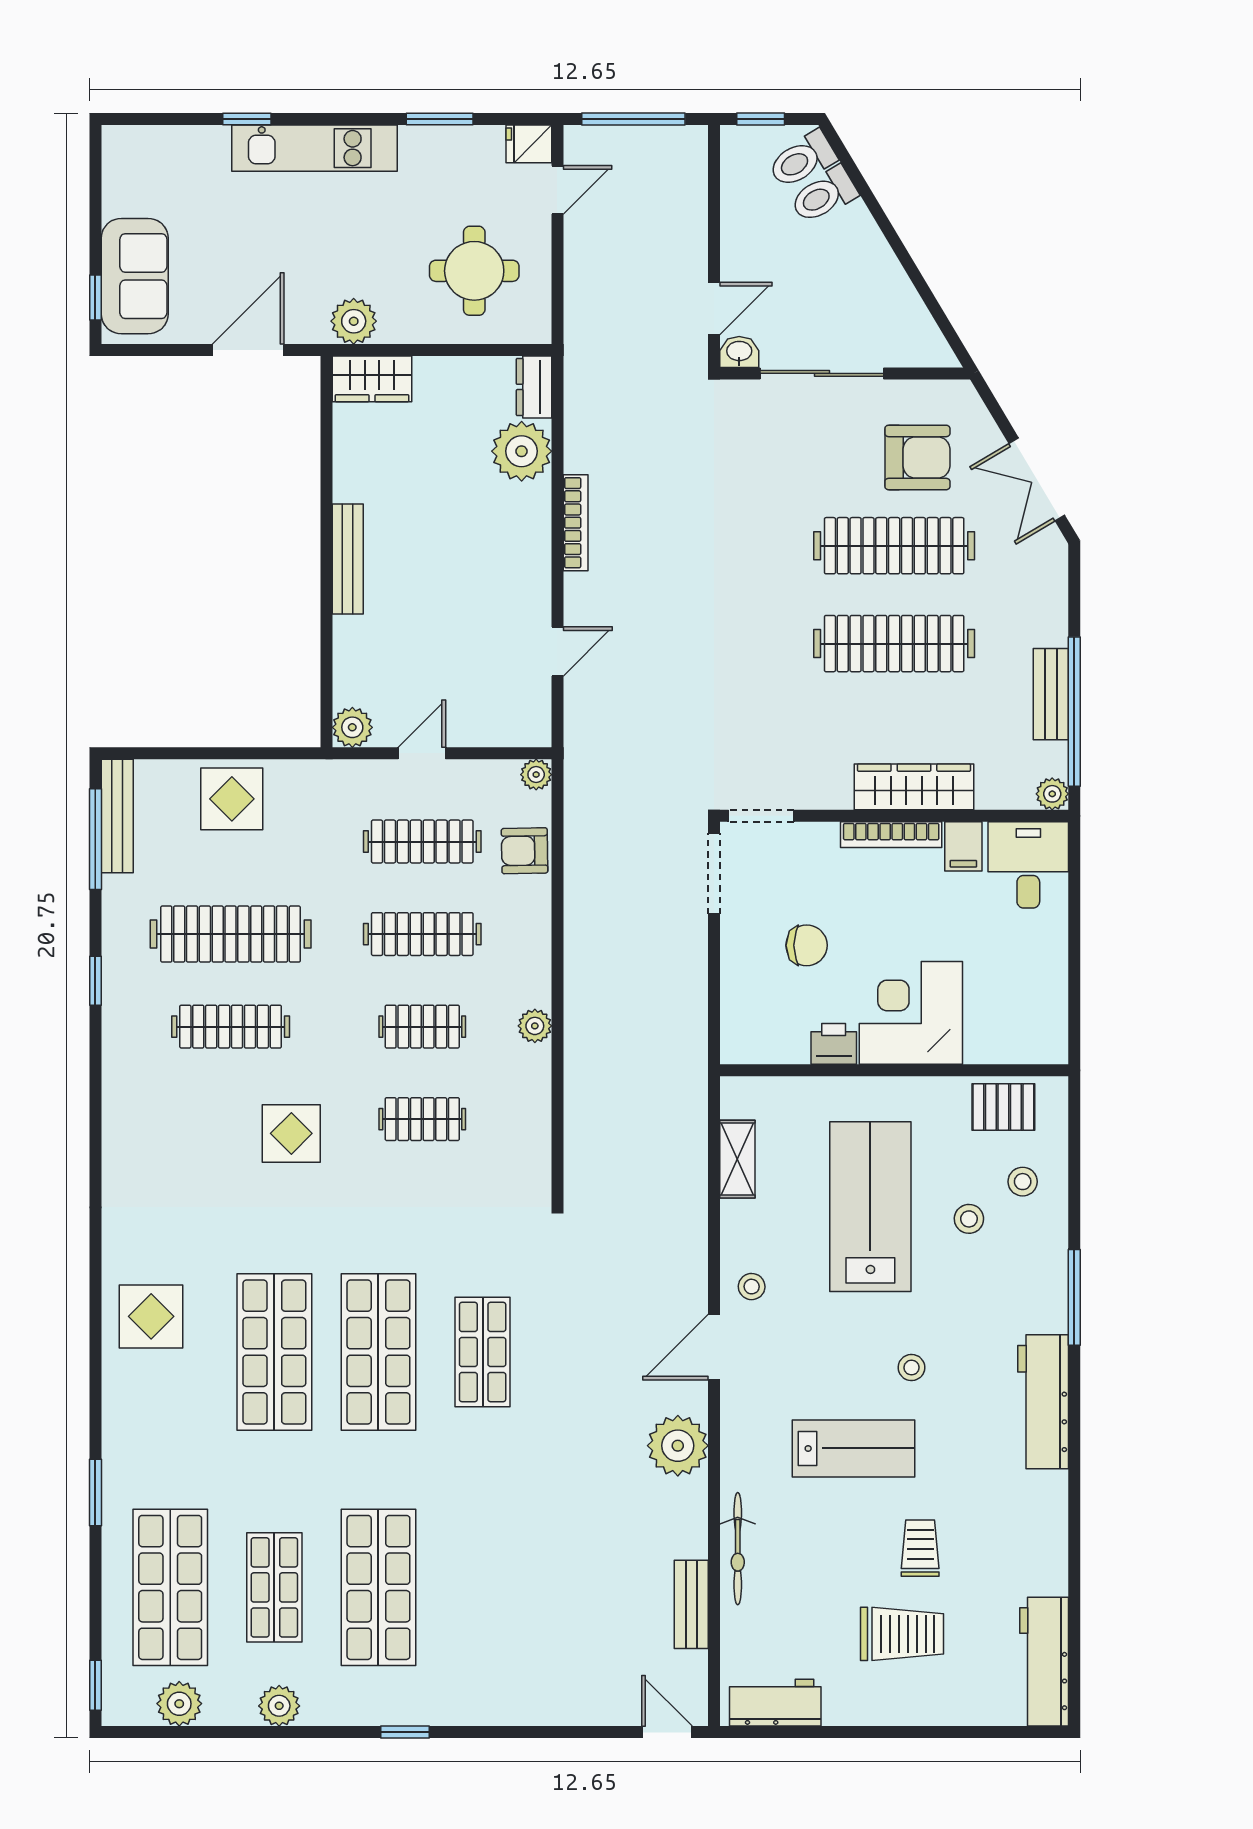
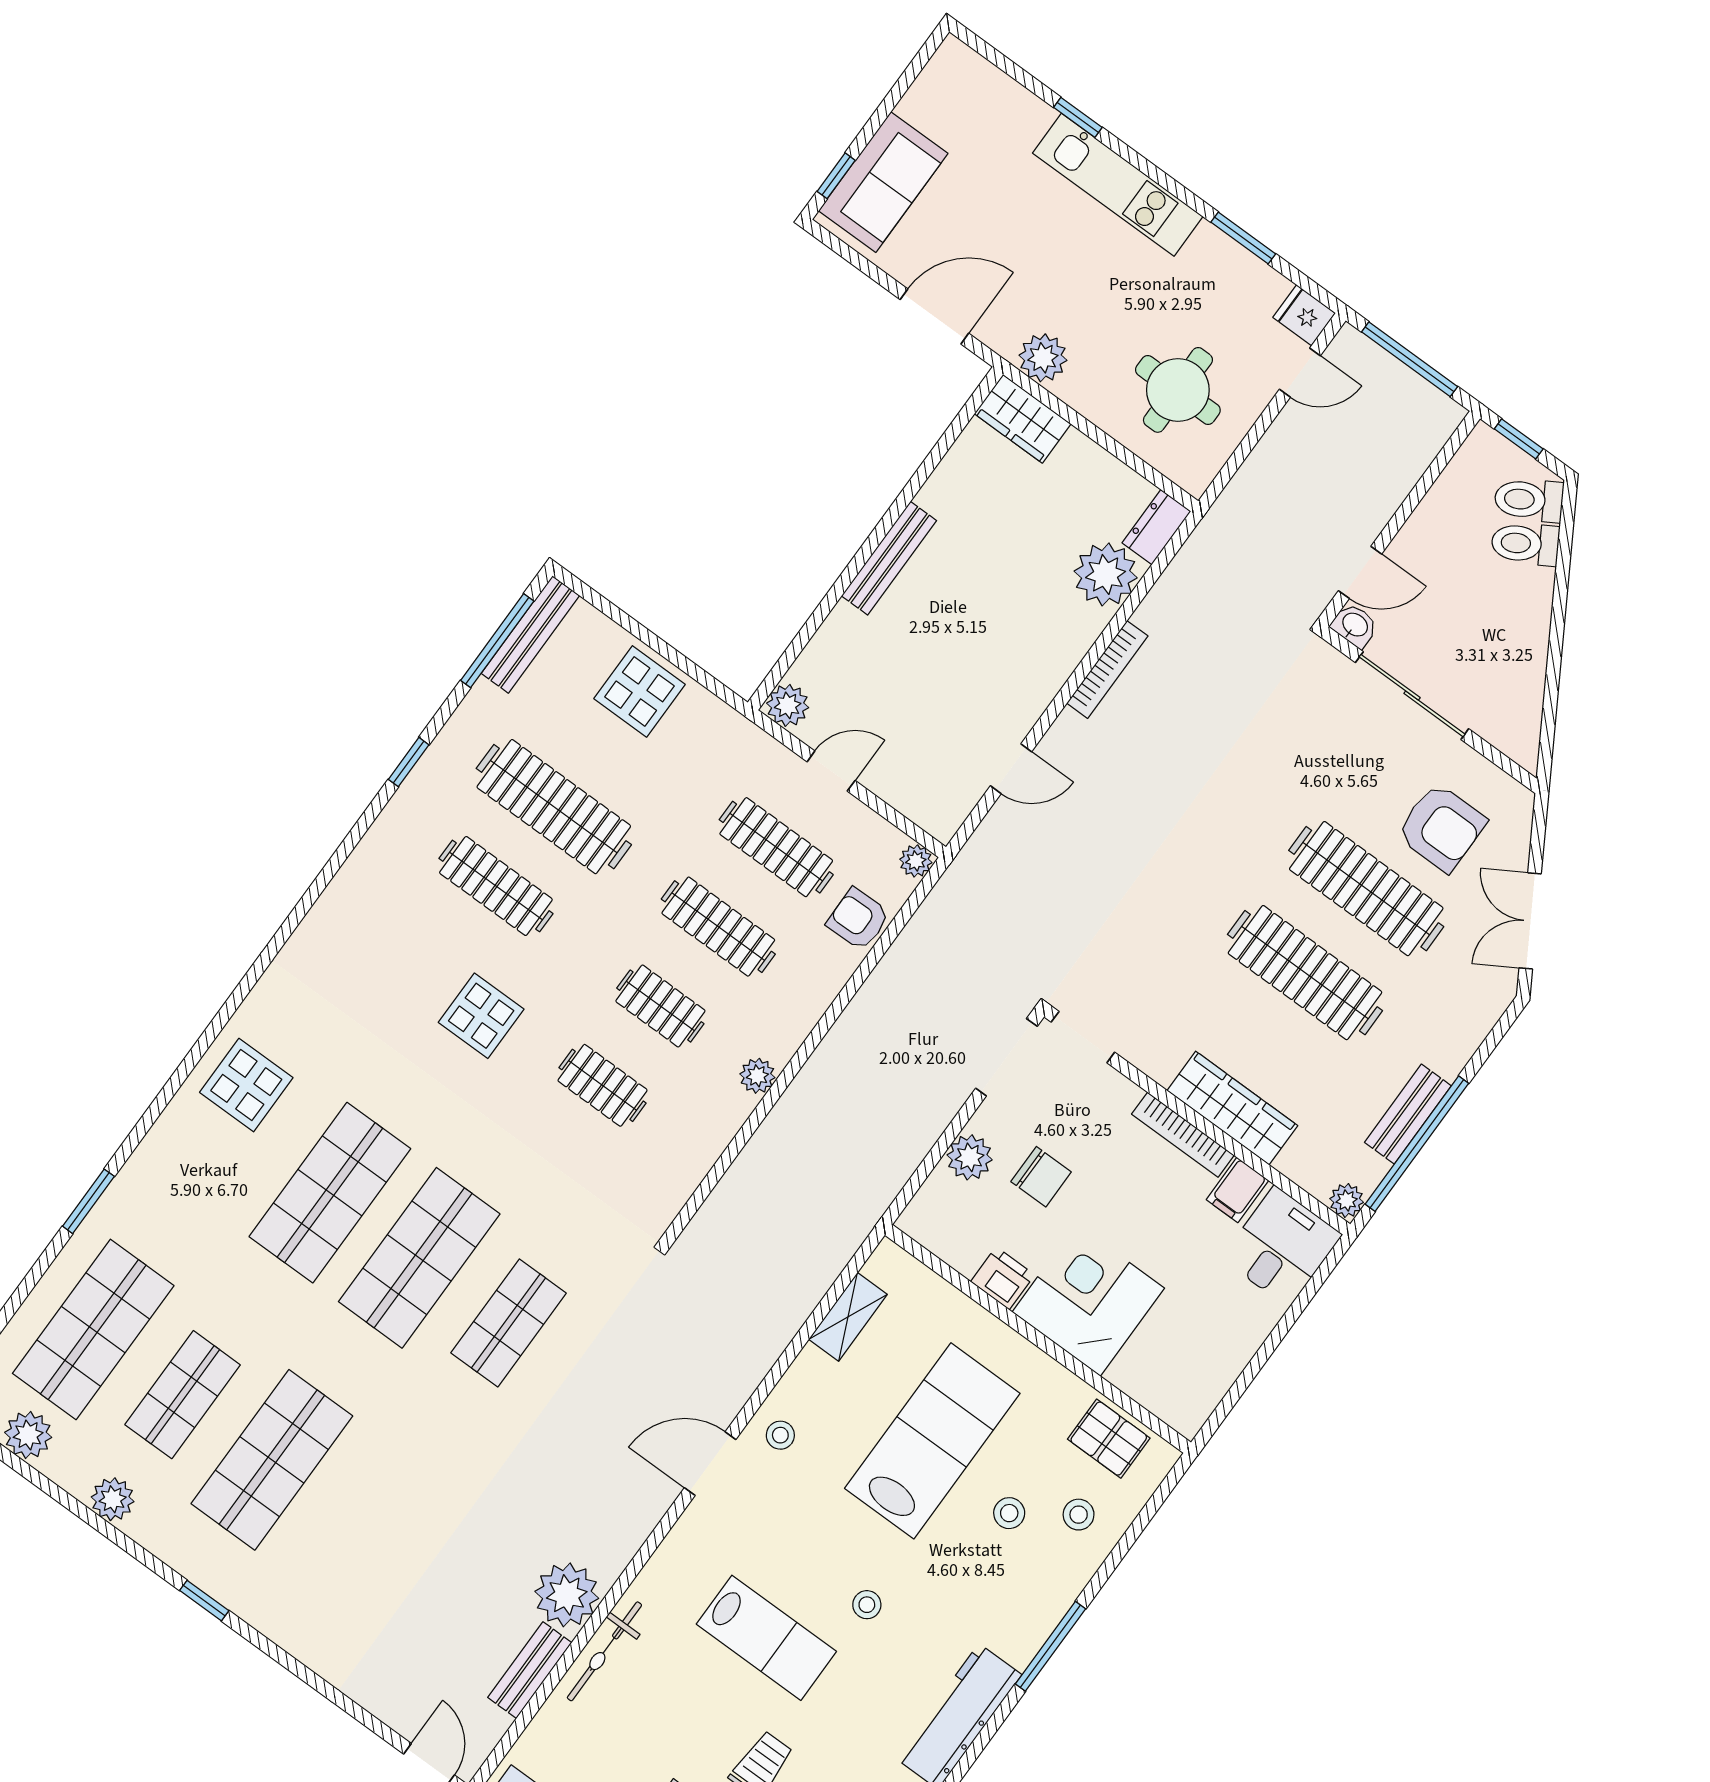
plant: (741, 970) -> (970, 1157), added
plant: (678, 1446) -> (567, 1595), moved

